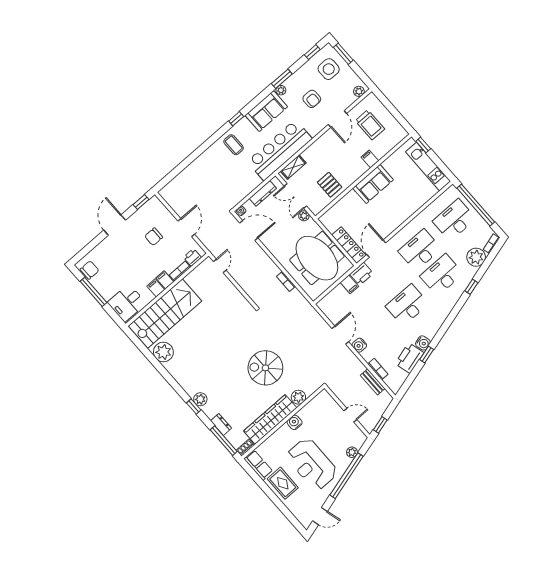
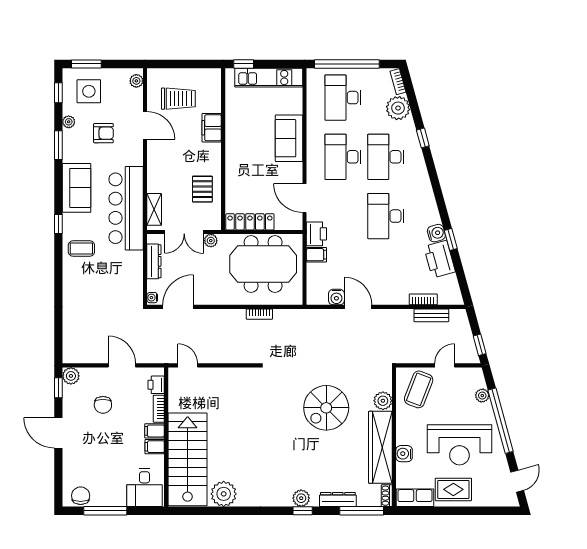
plant: (281, 90) -> (69, 122), moved
filing cabinet: (370, 159) -> (212, 128), width x2.00
sofa: (373, 184) -> (289, 138), moved, turned 180
pallet: (330, 185) -> (202, 189), turned 90
plant: (154, 203) -> (71, 376), added
locker: (349, 245) -> (250, 222), moved
water cooler: (359, 345) -> (336, 297), moved
coffee table: (323, 412) -> (419, 389), added
water cooler: (295, 422) -> (404, 454), moved
dresser: (221, 424) -> (338, 500), width x1.44

